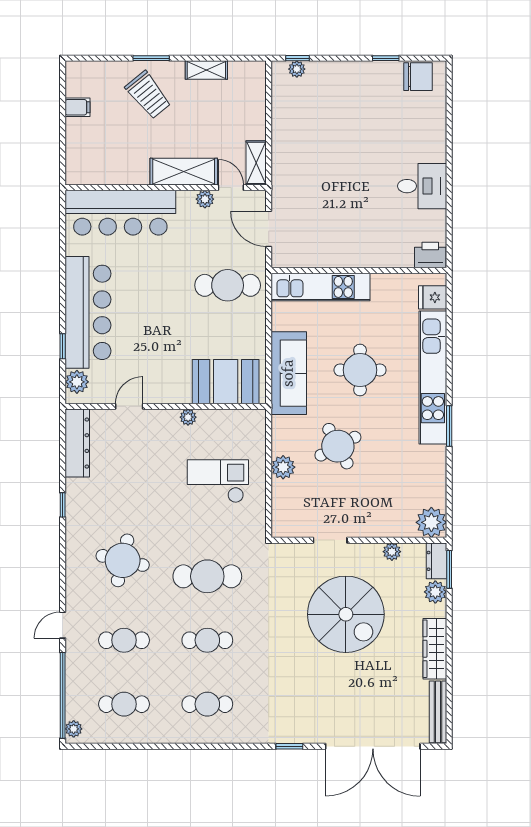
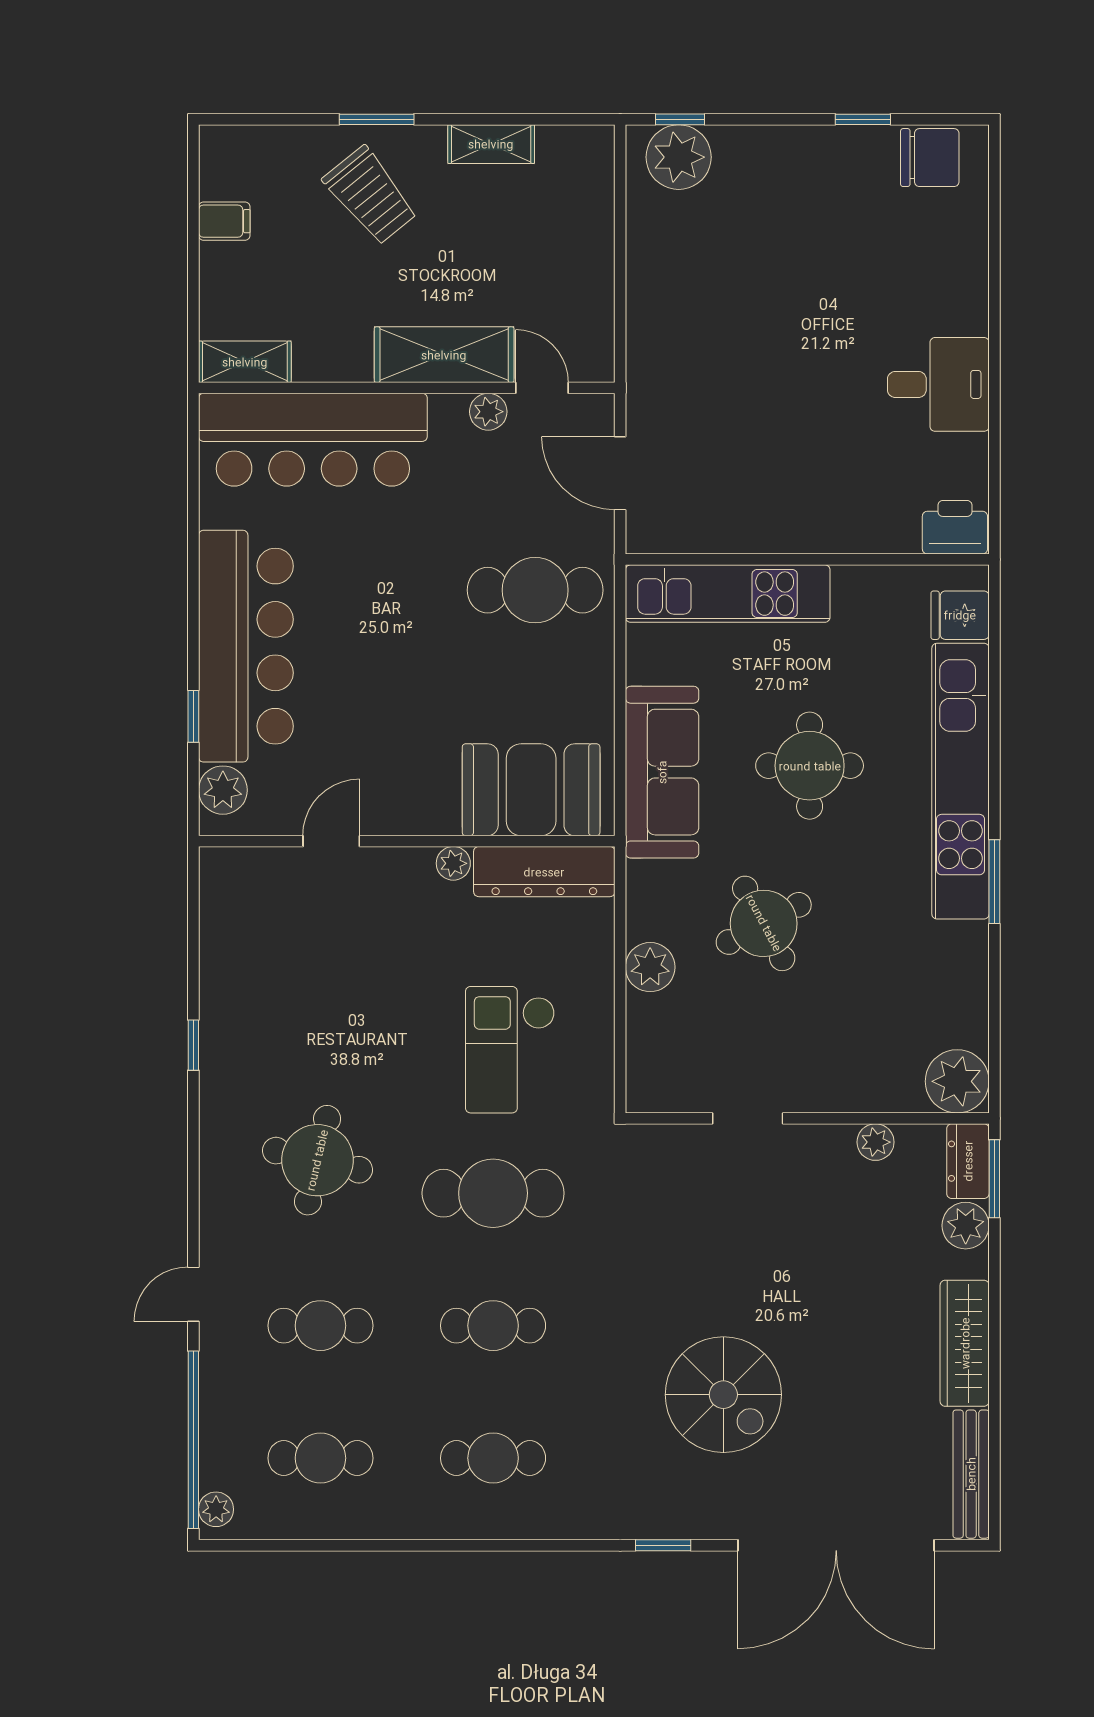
plant: (297, 69) -> (679, 157), width x1.87, depth x1.87
shelving: (256, 163) -> (245, 362), moved, turned 90
dresser: (77, 443) -> (544, 872), moved, turned 90
checkout: (218, 481) -> (510, 1050), moved, turned -90
spiral stairs: (346, 614) -> (723, 1395), moved, width x0.73, depth x0.73

